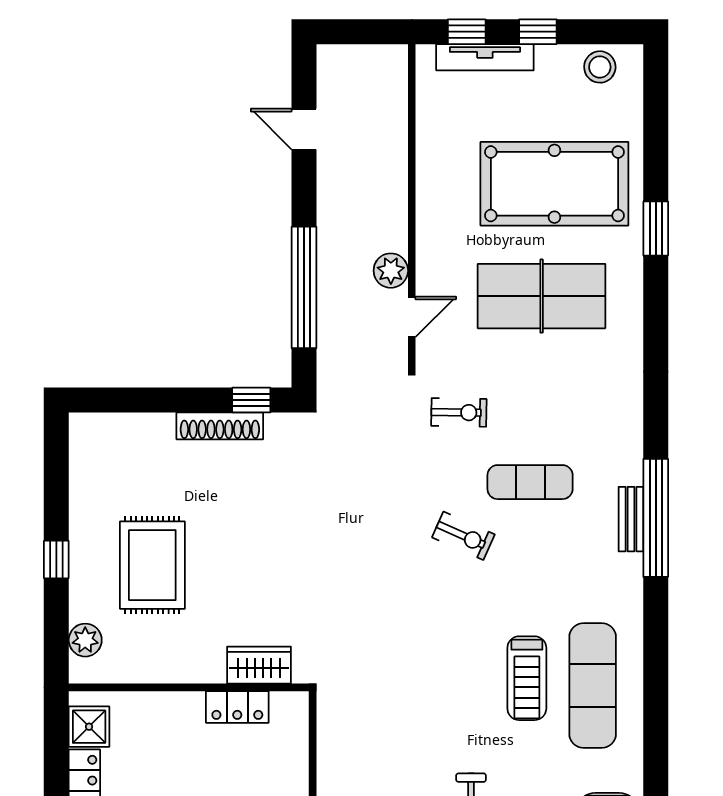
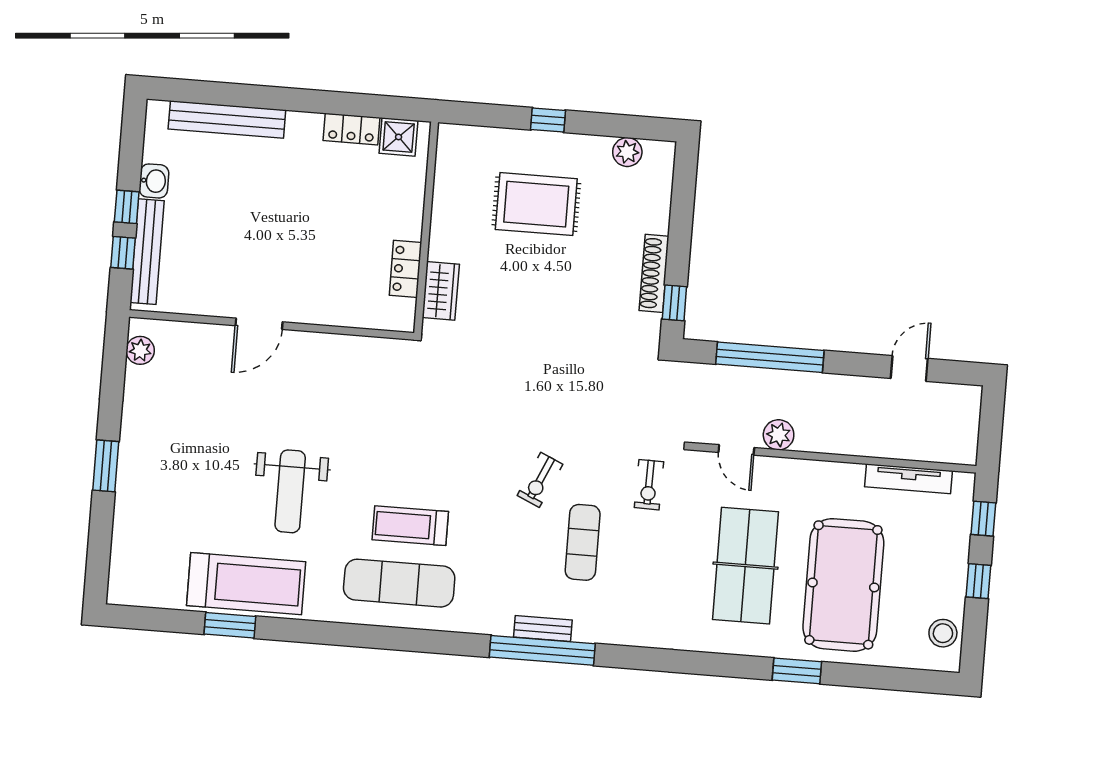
tv unit: (485, 57) -> (909, 479), moved, turned -90
plant: (85, 640) -> (627, 152), moved

